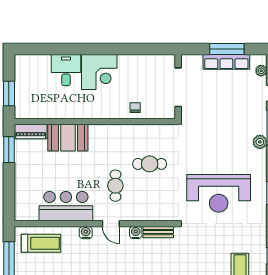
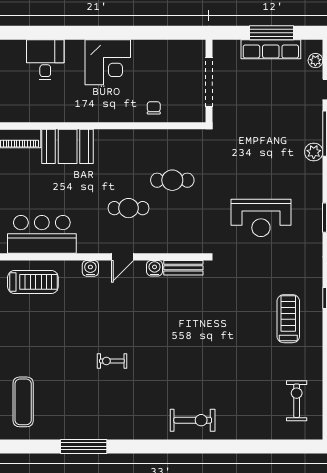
desk: (66, 70) -> (45, 60), moved
cafe table: (115, 186) -> (128, 208), turned 90
reception desk: (219, 193) -> (261, 218), width x0.74, depth x0.77
bar counter: (66, 206) -> (42, 234), moved
door: (111, 224) -> (123, 257), hinge flipped

